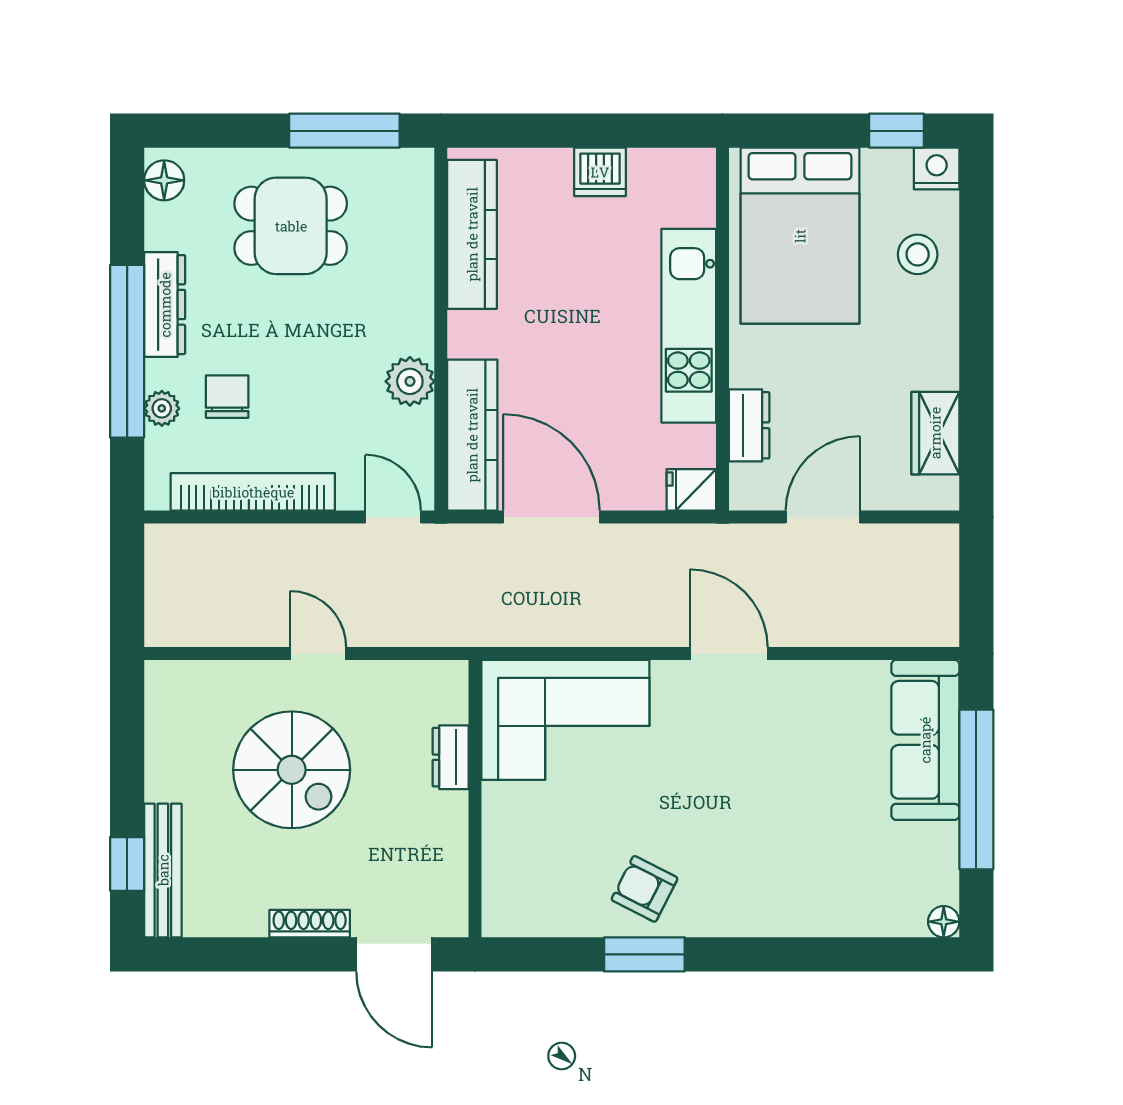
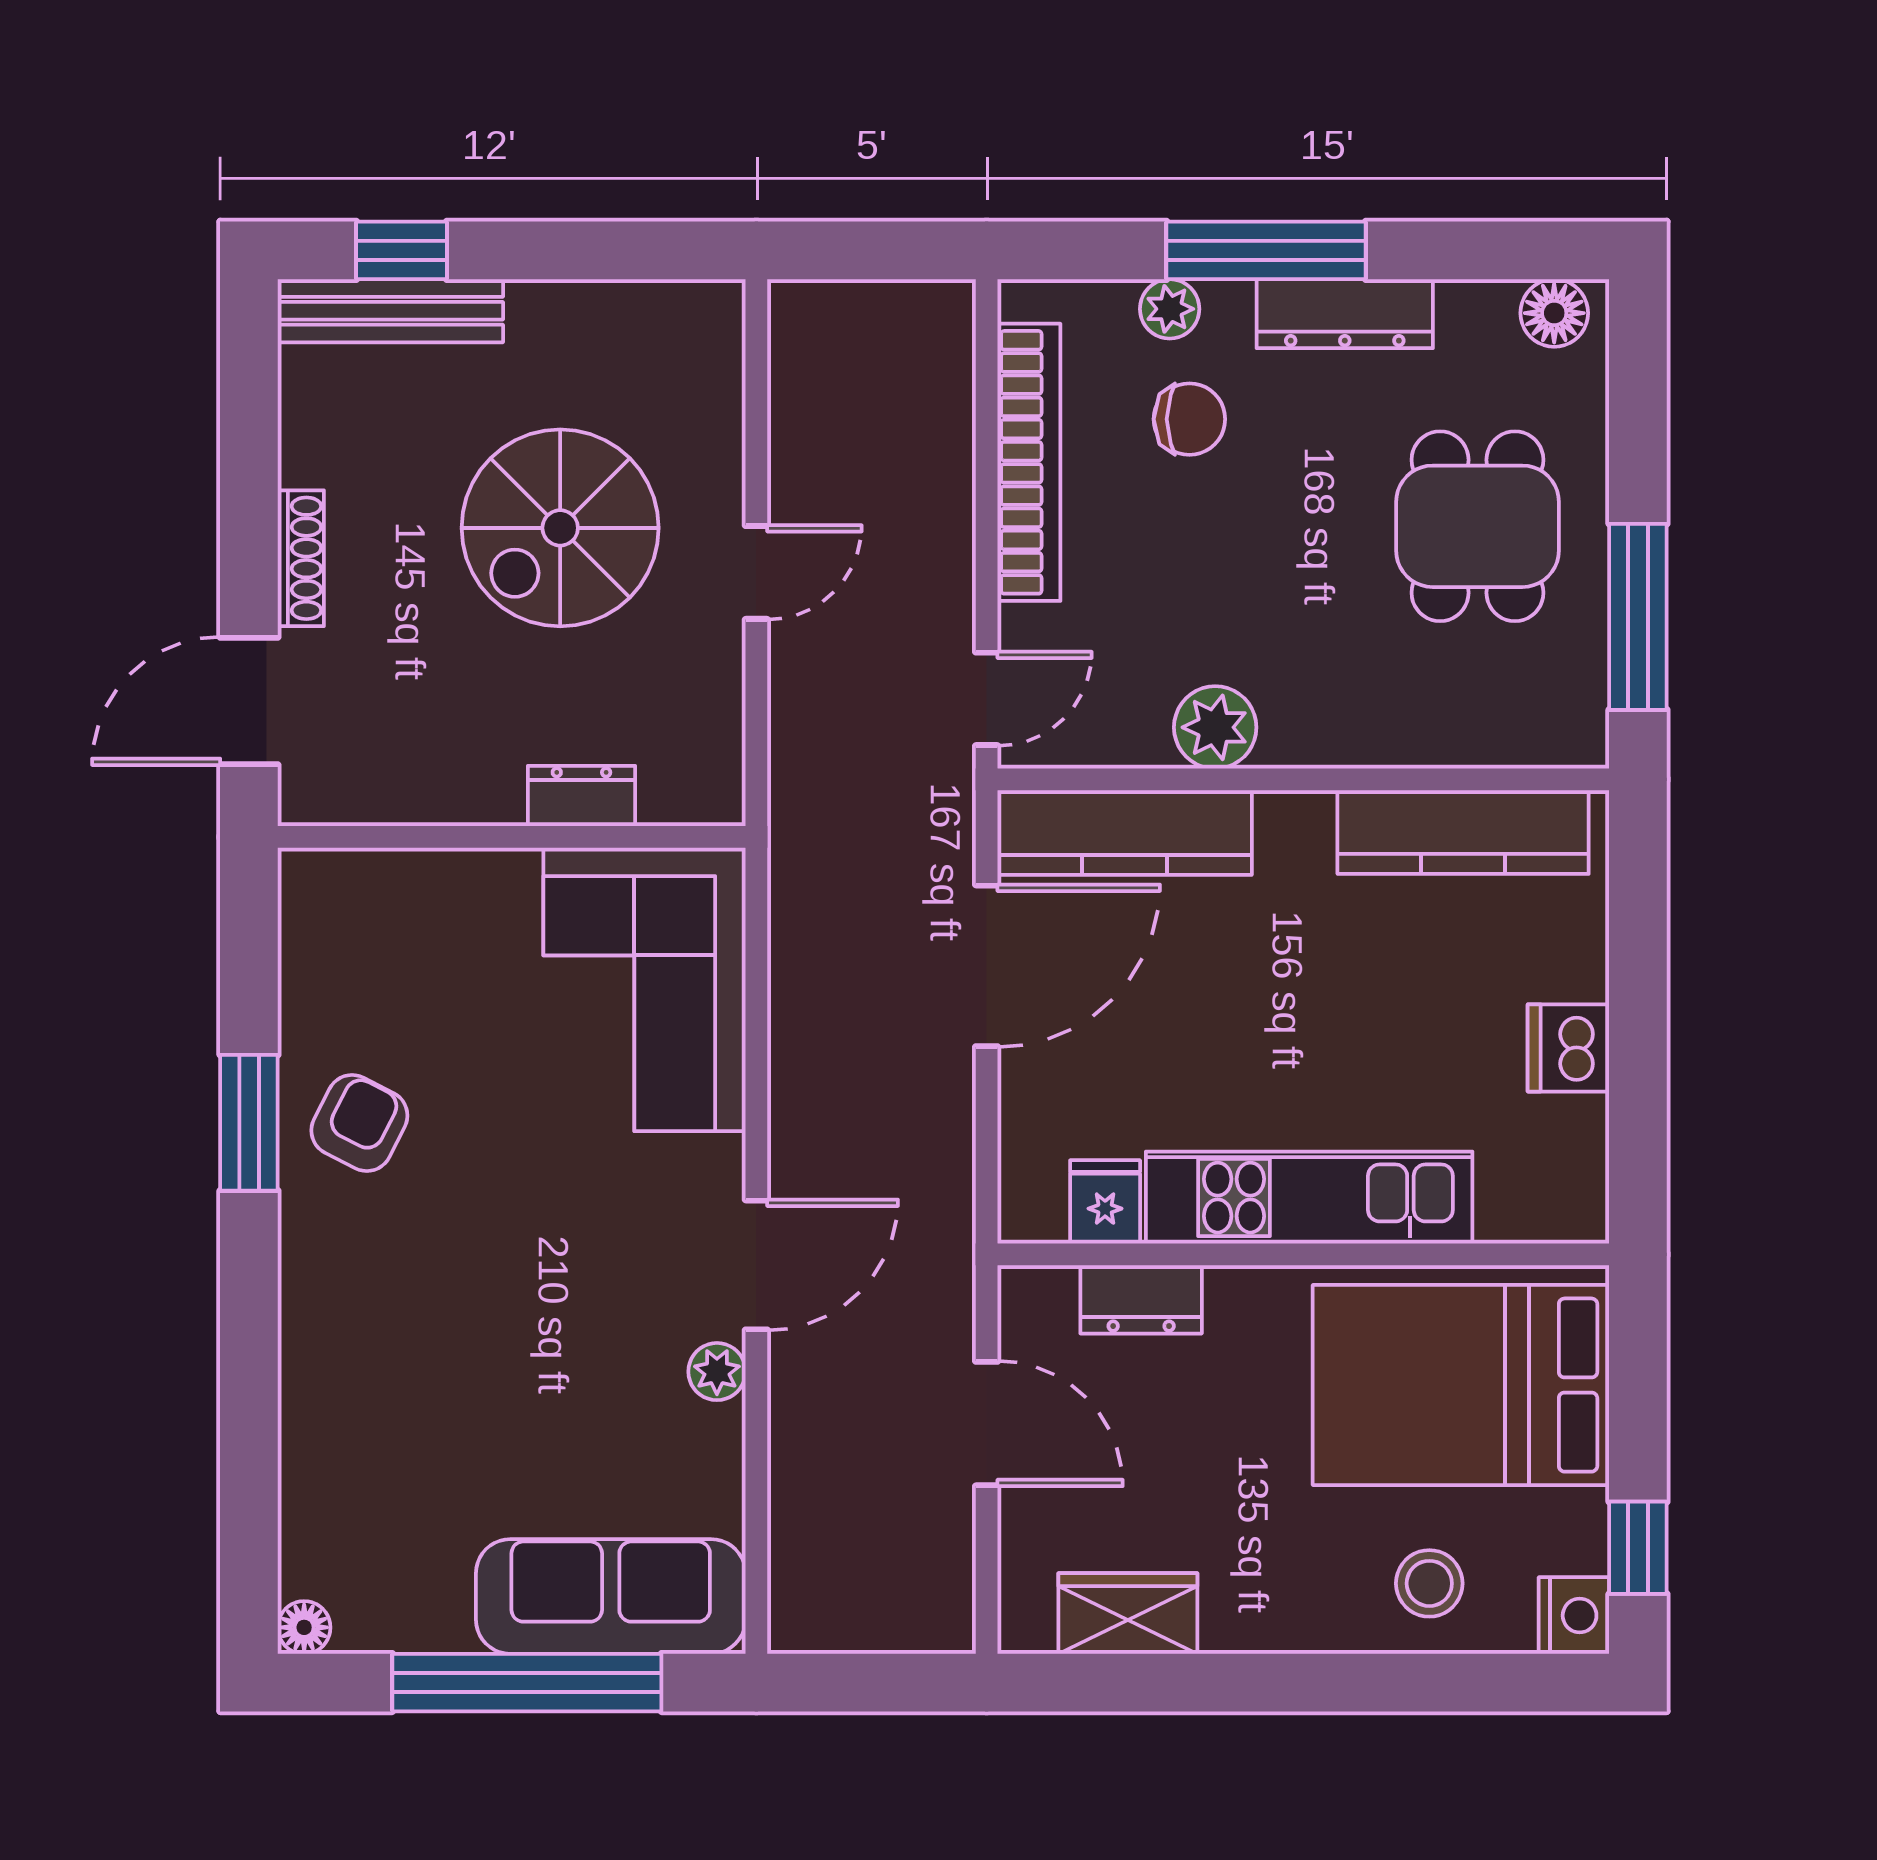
window: (127, 351) -> (1266, 250), width x0.68
fridge: (691, 490) -> (1105, 1202), moved
plant: (792, 677) -> (717, 1372), added

